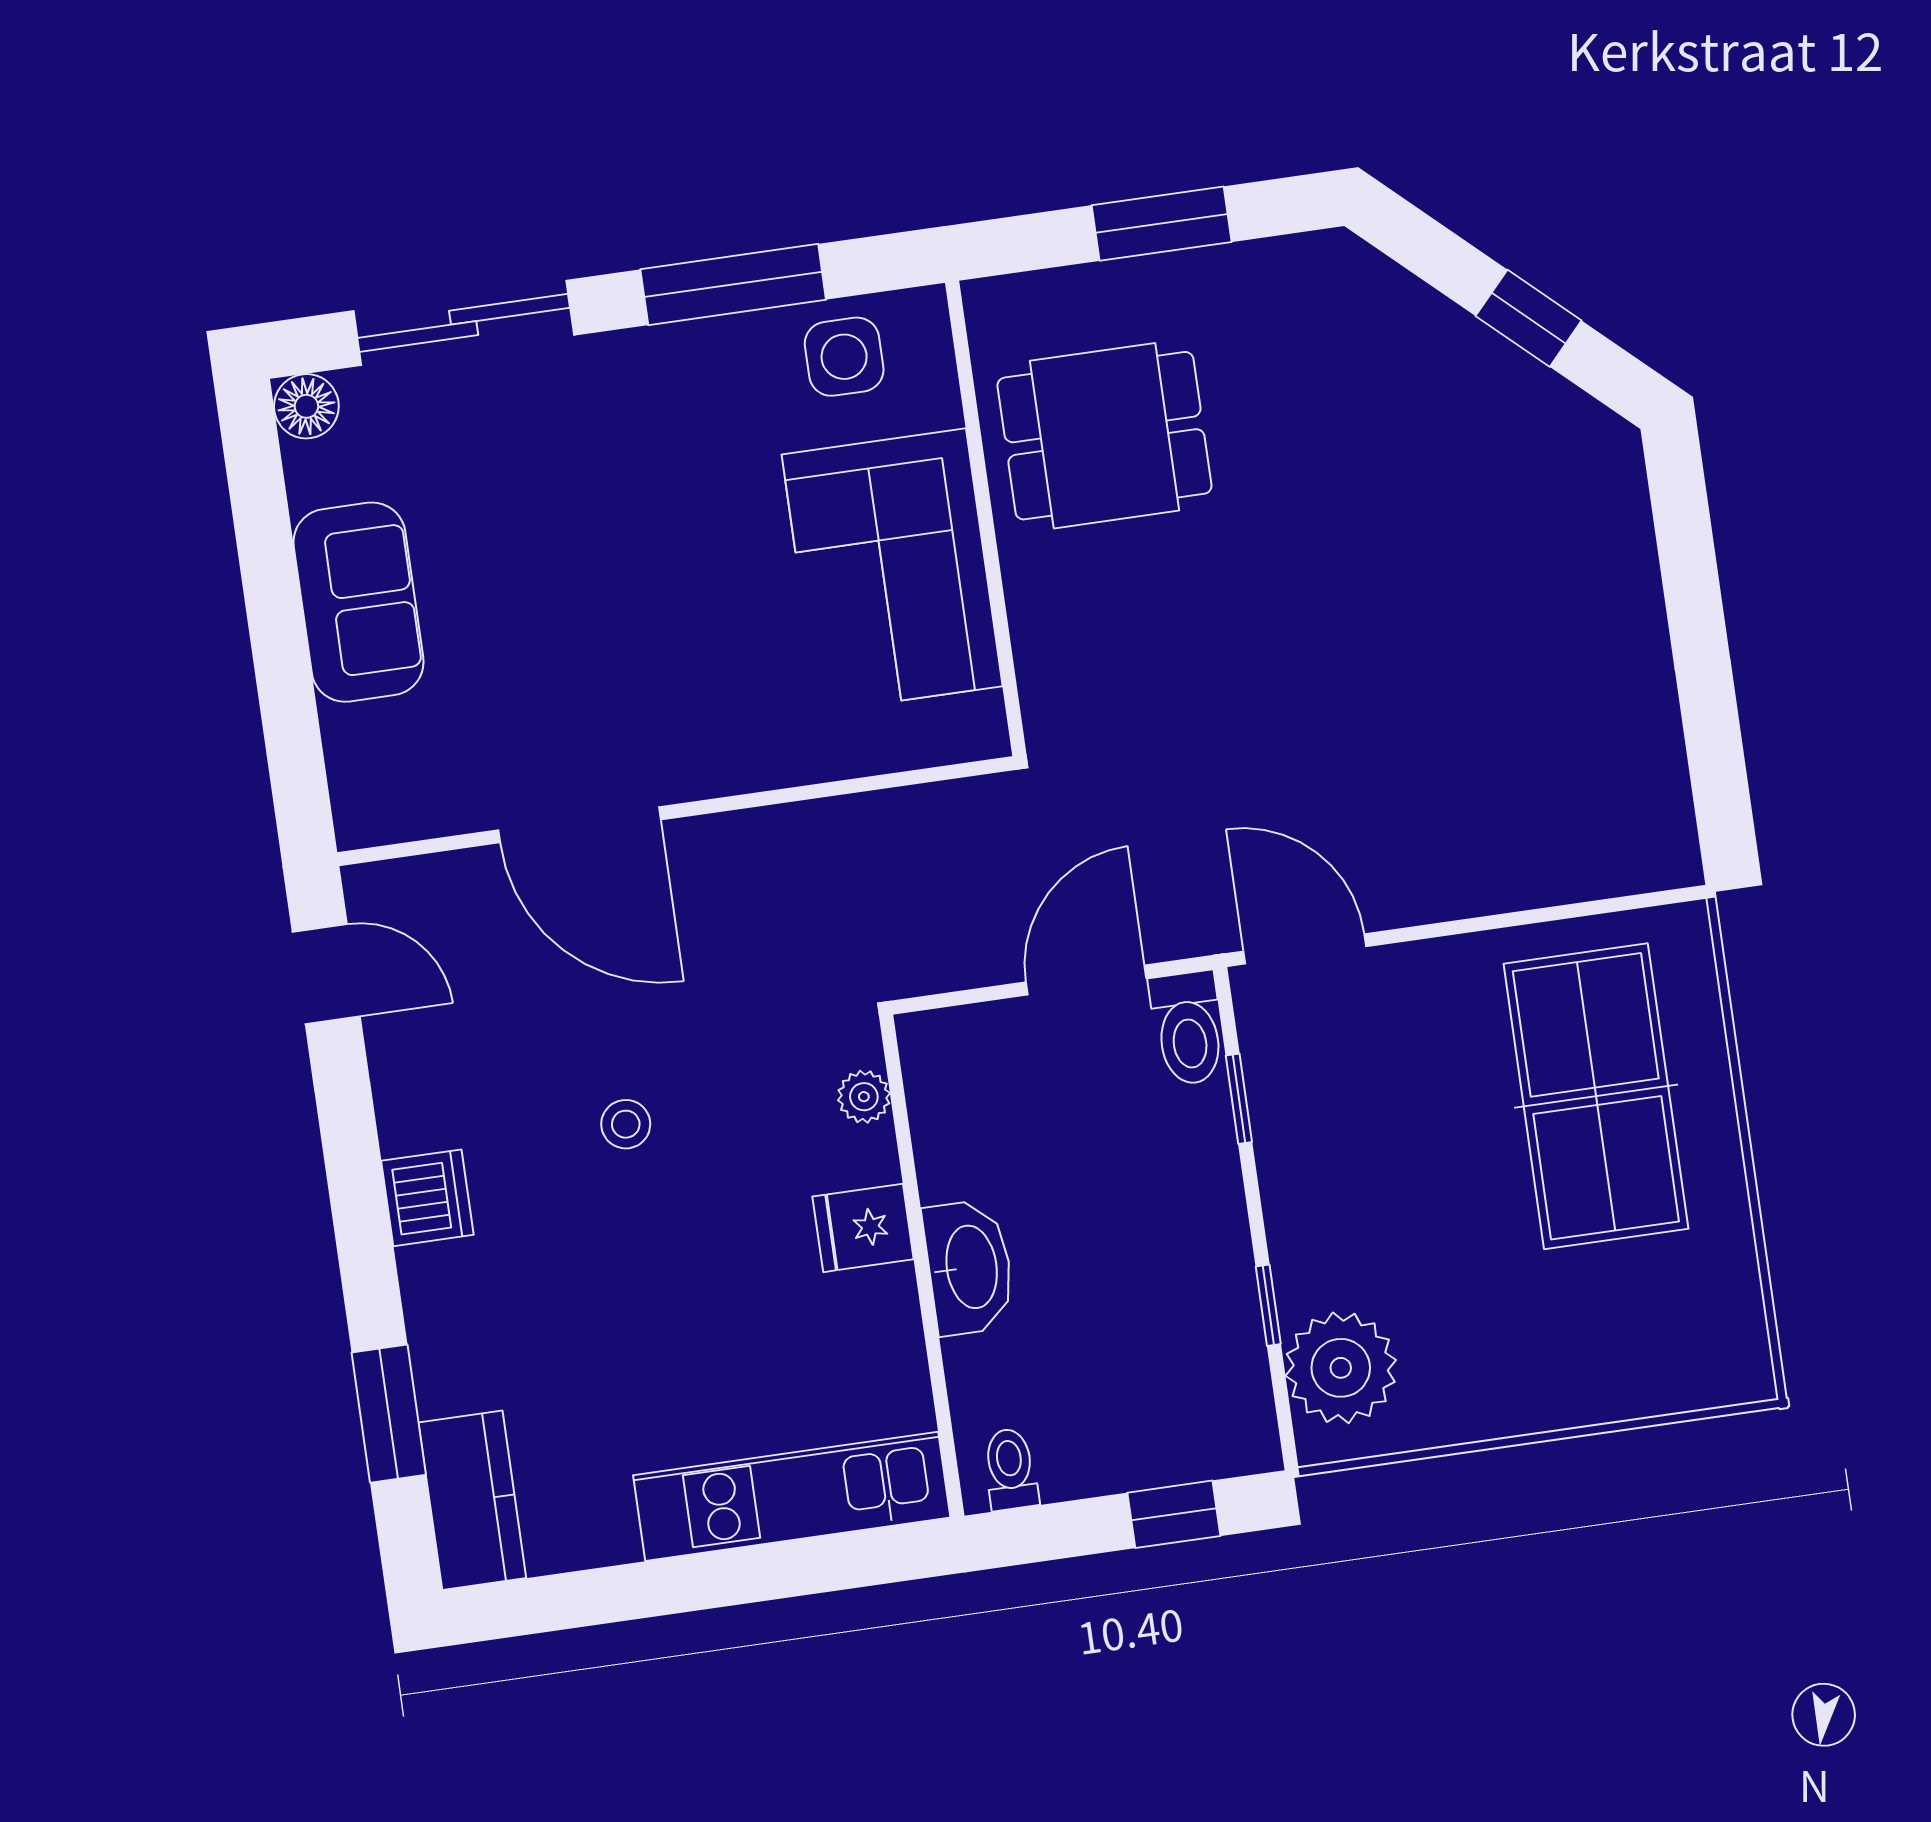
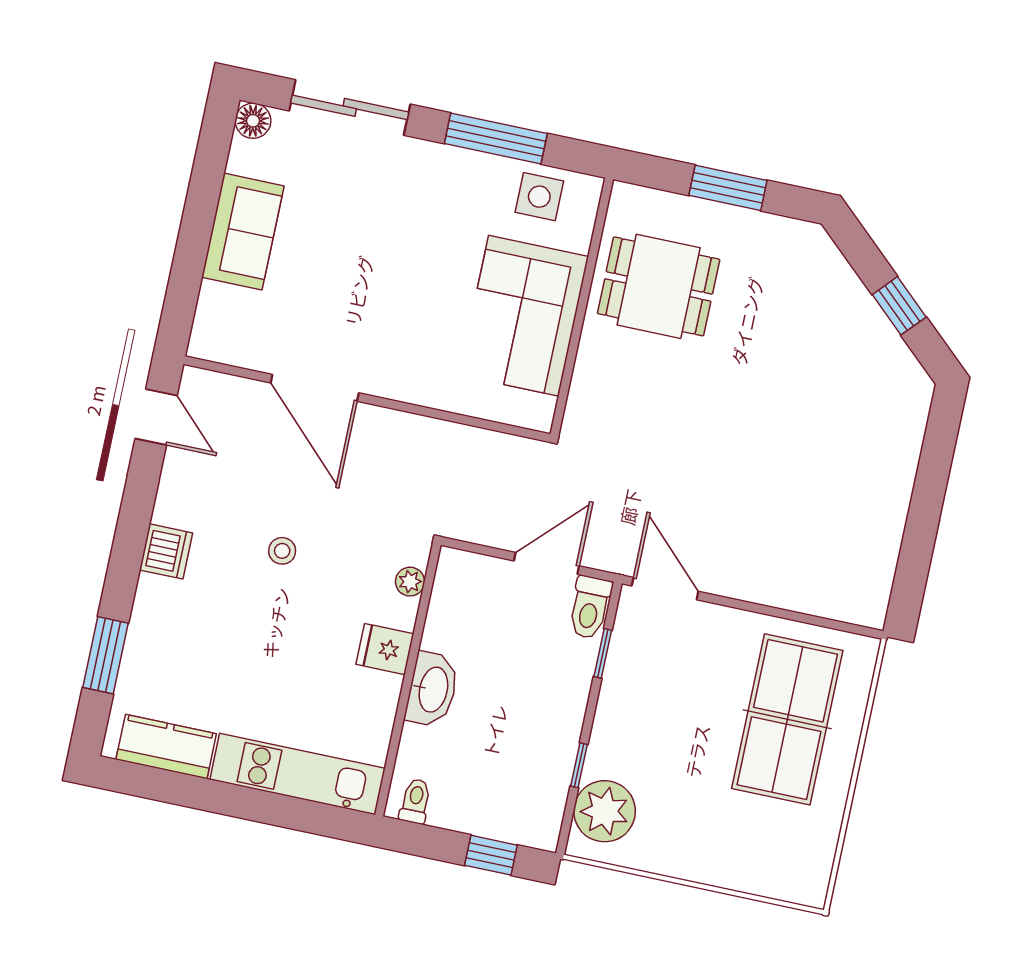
kitchen counter: (472, 1500) -> (166, 747), moved, turned -90

